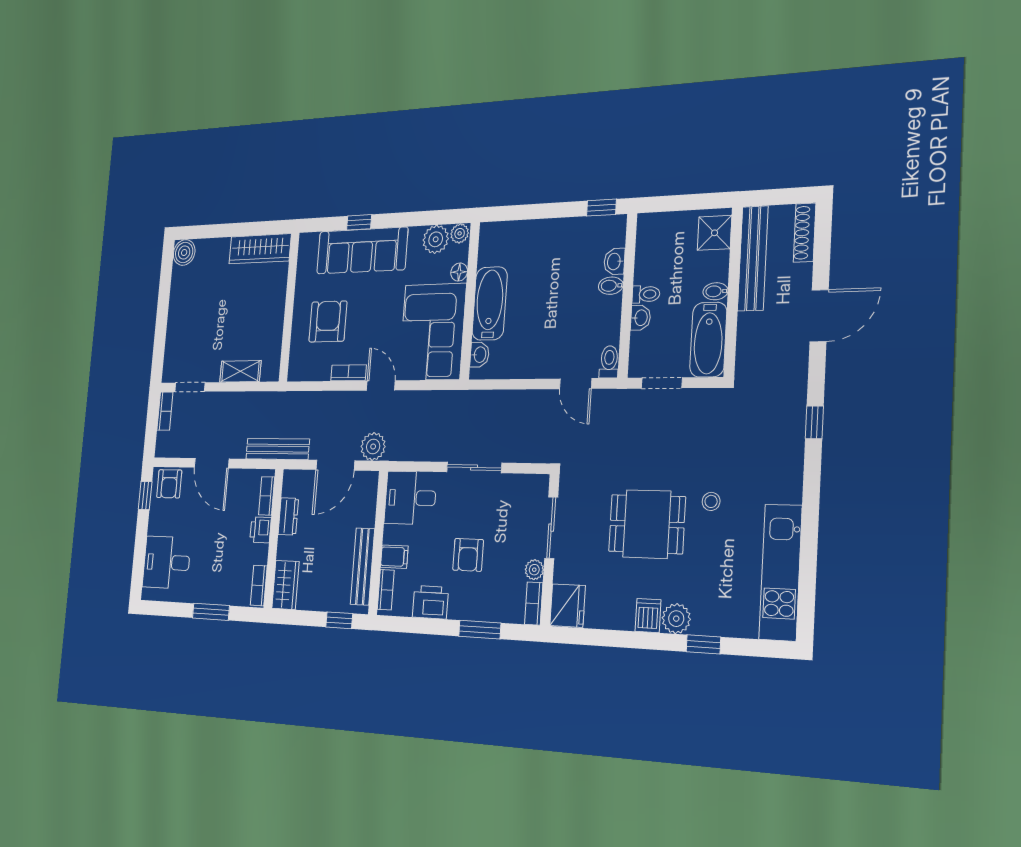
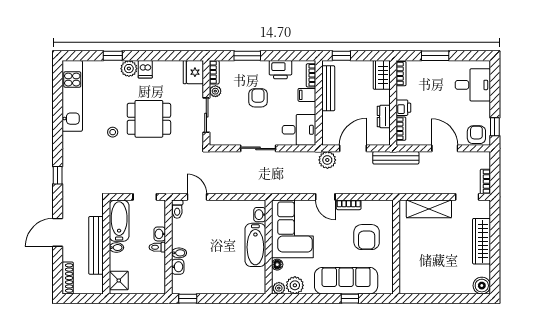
wardrobe: (260, 249) -> (481, 241), moved, turned -90
bench: (753, 258) -> (96, 245), moved
shelving: (240, 371) -> (429, 209), width x1.50, depth x1.33

